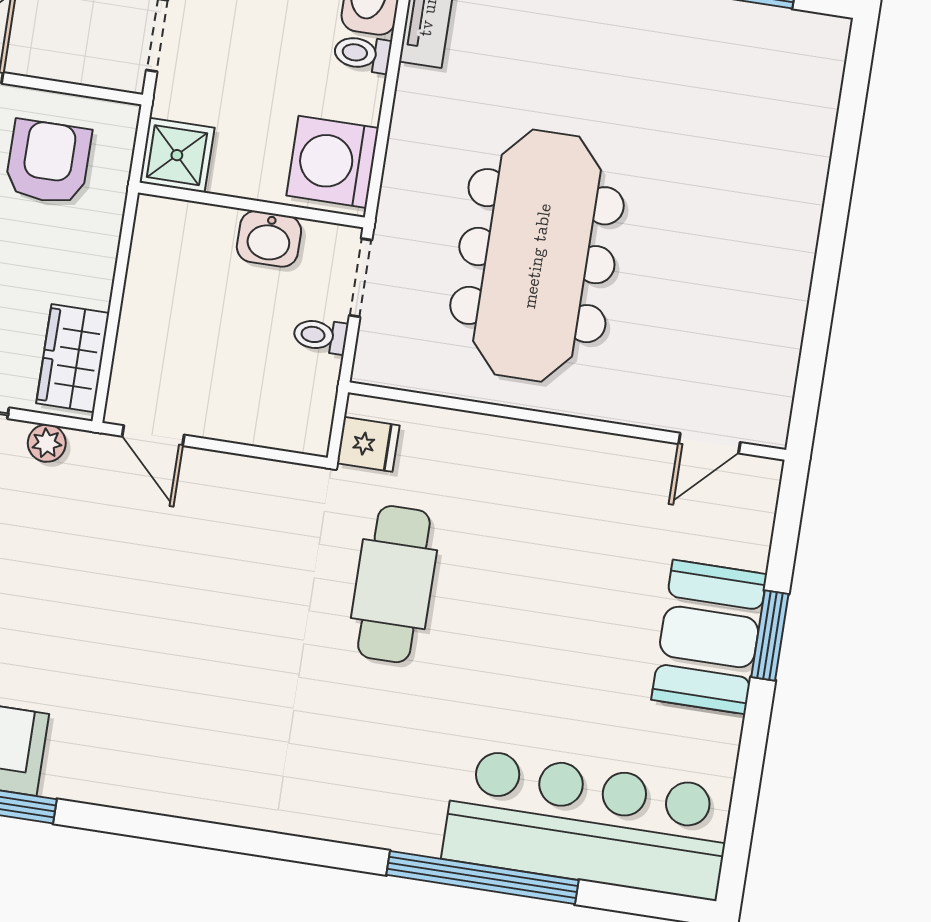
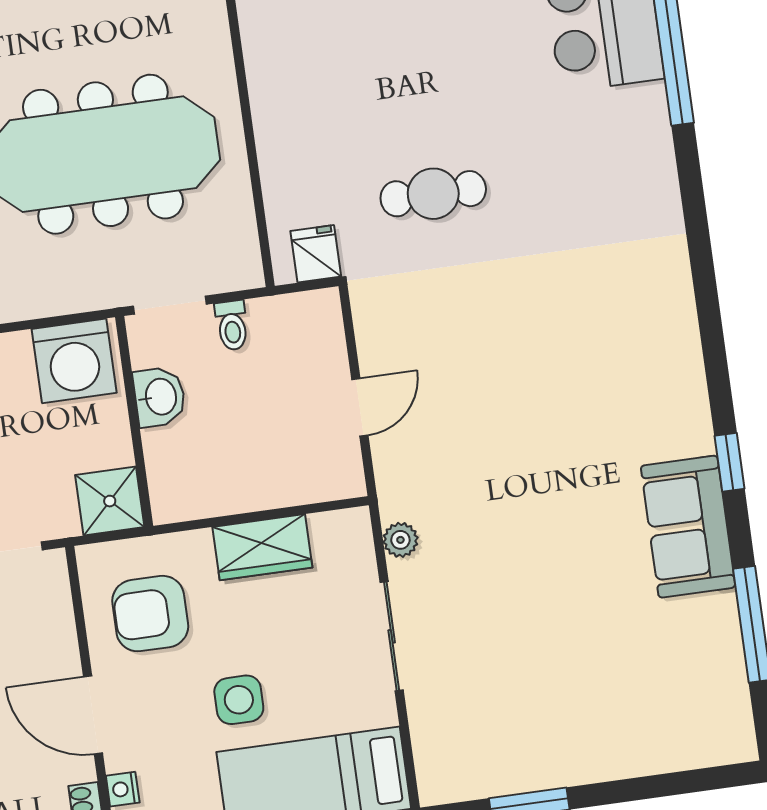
wardrobe: (73, 358) -> (262, 547), moved
door: (153, 436) -> (360, 407), moved
cafe table: (394, 584) -> (433, 194), width x0.73, depth x0.74

